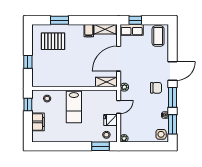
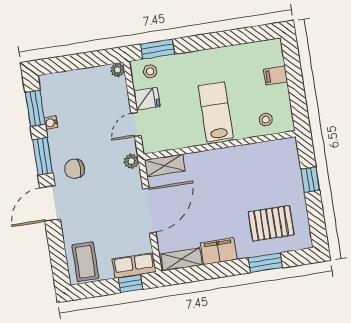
filing cabinet: (89, 31) -> (219, 251), width x2.00
window: (28, 104) -> (298, 104), removed
filing cabinet: (38, 122) -> (276, 75), width x0.50
side table: (161, 134) -> (53, 87), removed

